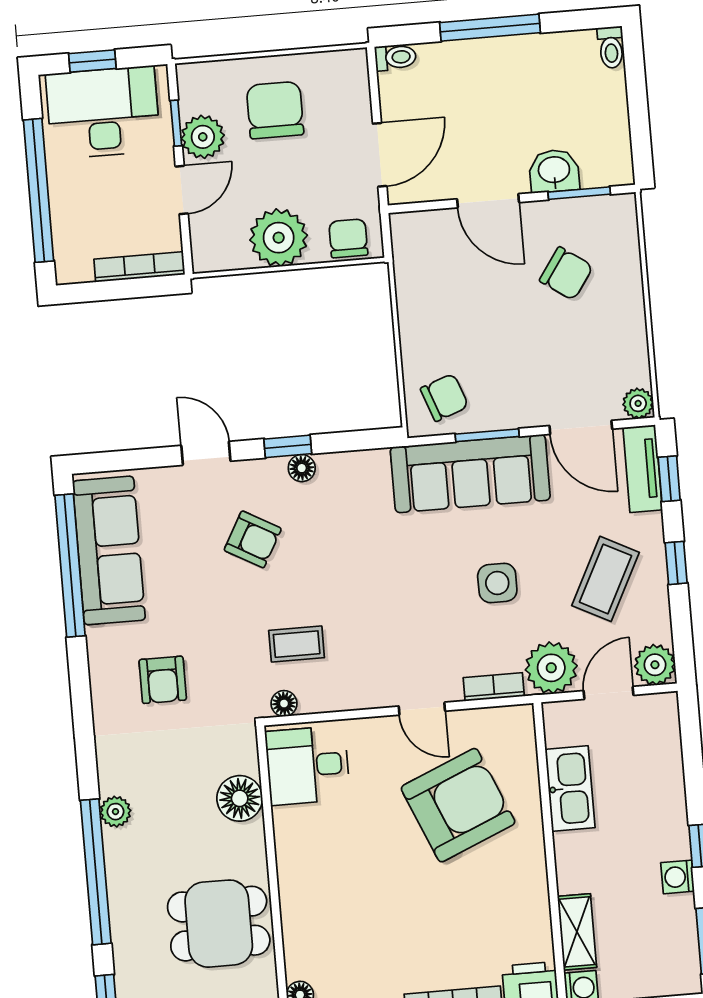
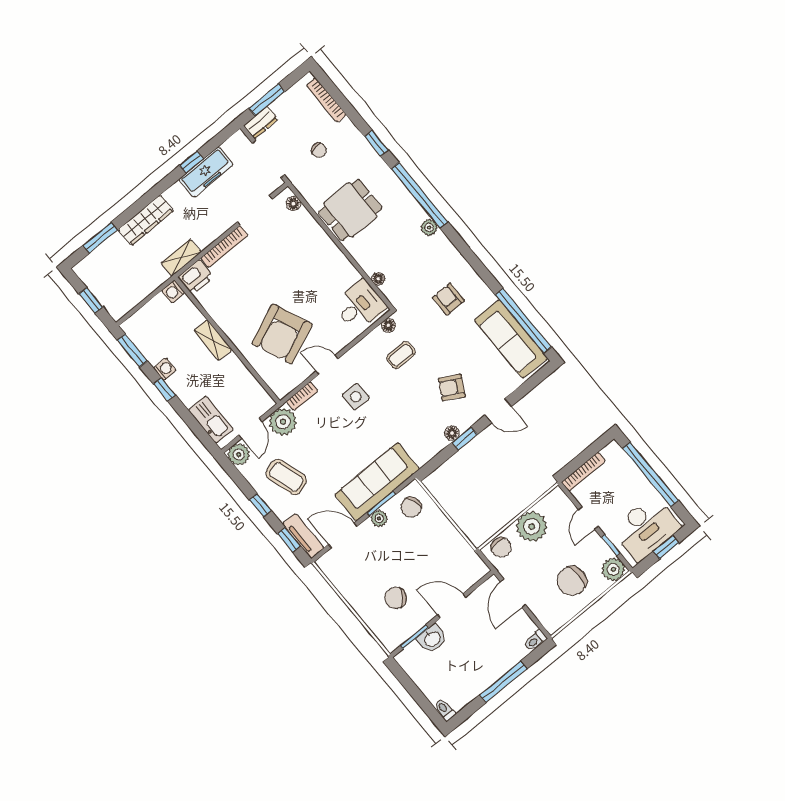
chair: (275, 110) -> (572, 581), turned 90
plant: (203, 137) -> (613, 569), moved
plant: (638, 403) -> (379, 519), moved
coffee table: (606, 579) -> (286, 477), turned -44
side table: (497, 583) -> (356, 397), moved
kitchen sink: (570, 789) -> (211, 420), moved, turned 180
floor lamp: (240, 798) -> (378, 279), width x0.53, depth x0.53
shelving: (577, 932) -> (213, 340), moved

